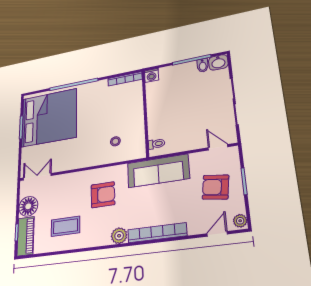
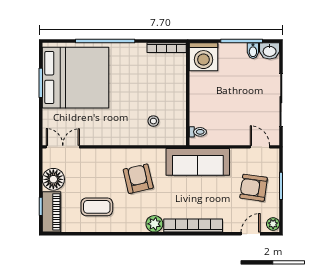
washing machine: (151, 75) -> (203, 57), width x1.89, depth x1.89
armchair: (103, 195) -> (138, 179), turned -103

